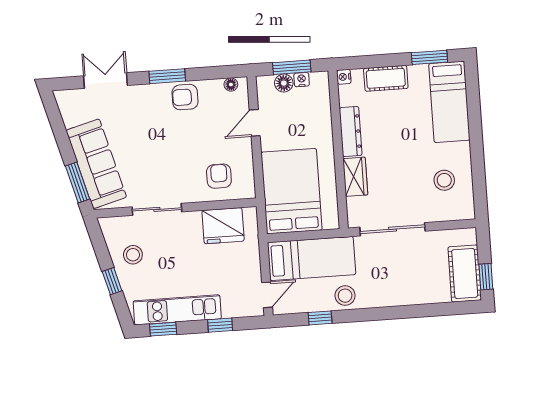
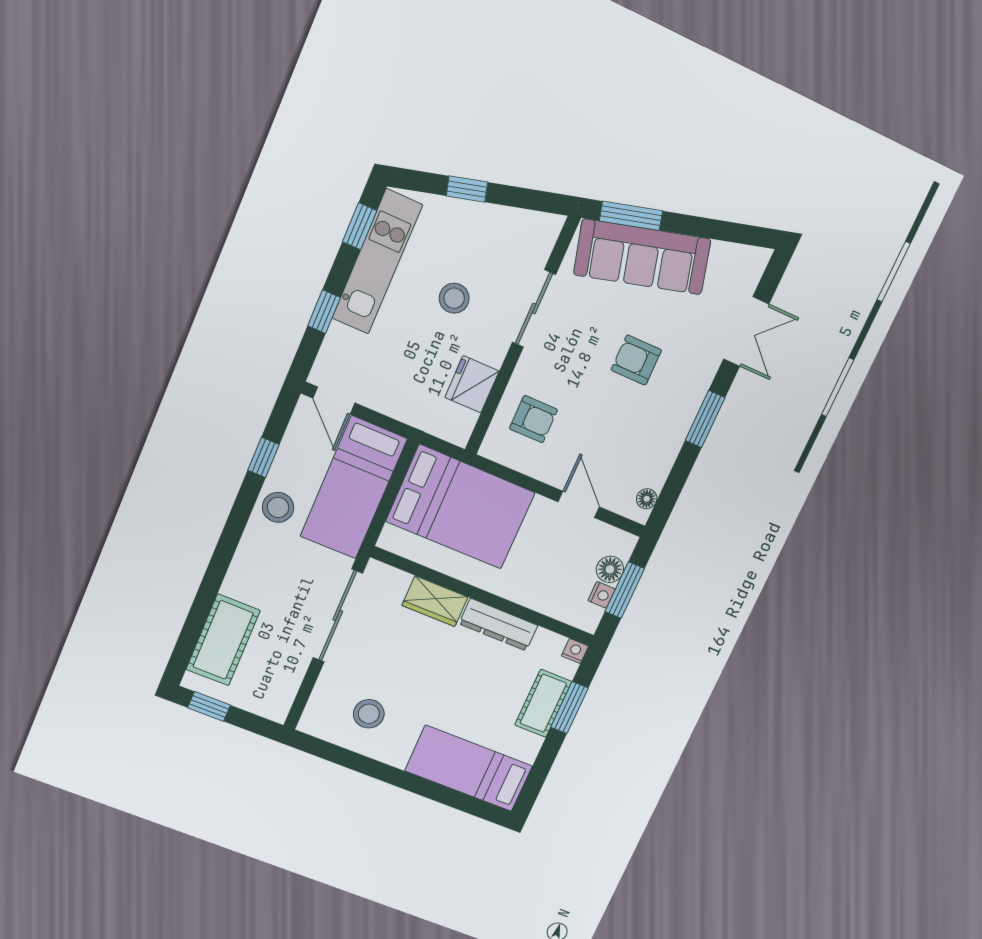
window: (429, 57) -> (569, 708), moved
armchair: (185, 97) -> (636, 360), moved, turned -90
fridge: (223, 226) -> (472, 384), width x0.73, depth x0.75
stool: (133, 255) -> (454, 298), moved
cot: (465, 273) -> (223, 640), moved, turned 90

